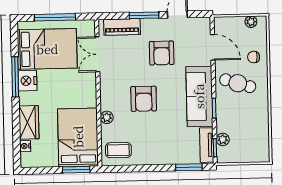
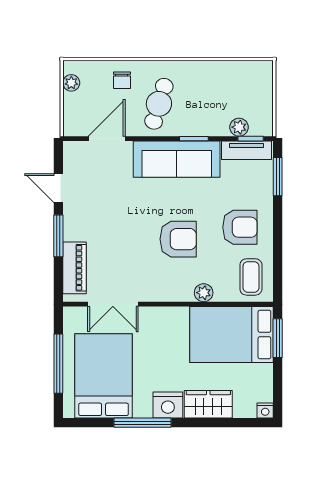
armchair: (162, 53) -> (240, 227), moved
nightstand: (27, 81) -> (168, 405), moved
nightstand: (25, 146) -> (265, 411), moved

